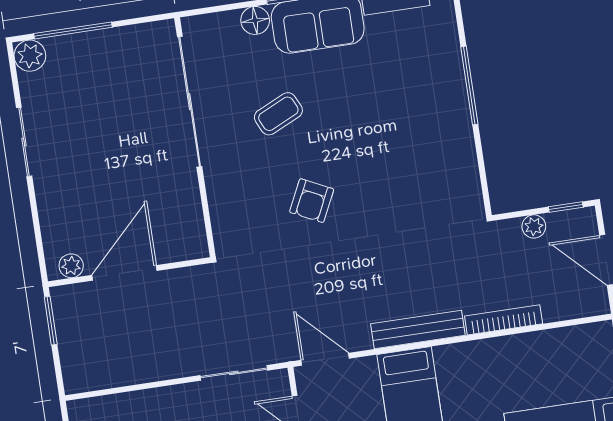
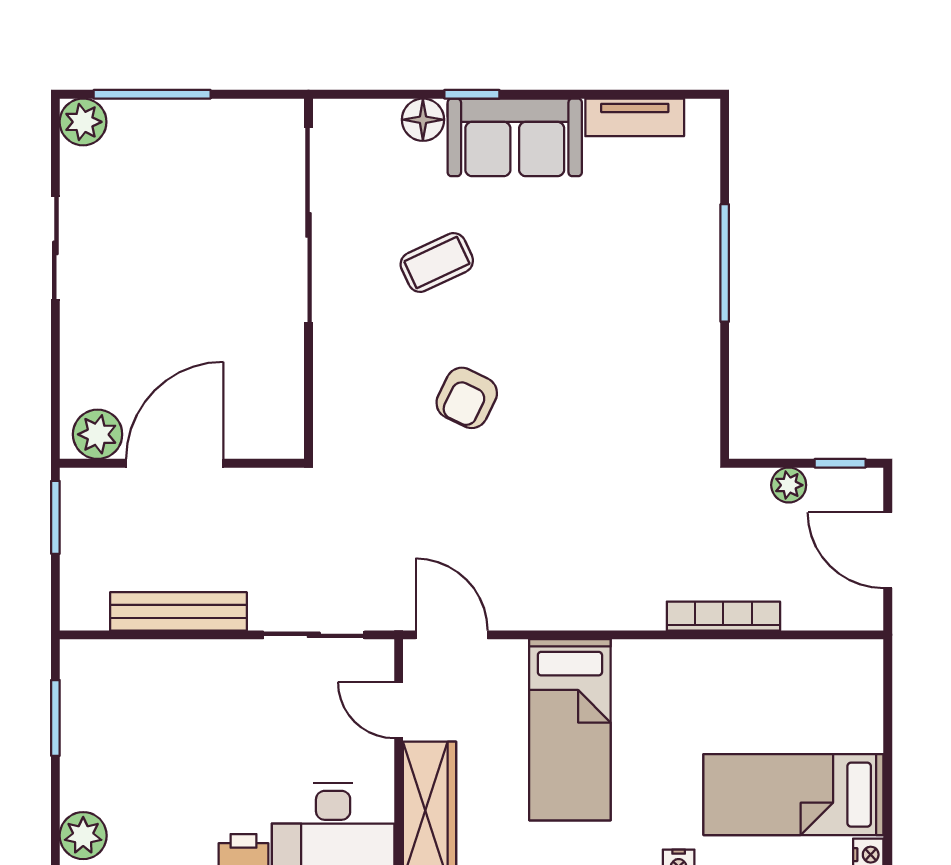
plant: (71, 266) -> (98, 434), width x1.38, depth x1.38
bench: (418, 329) -> (178, 611), moved

